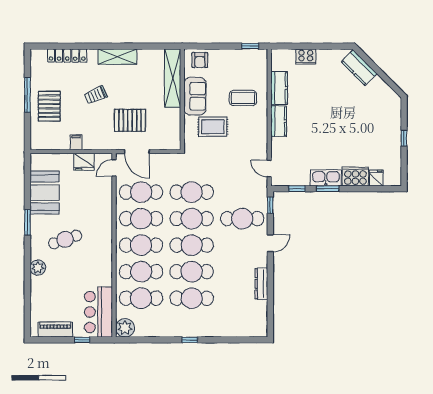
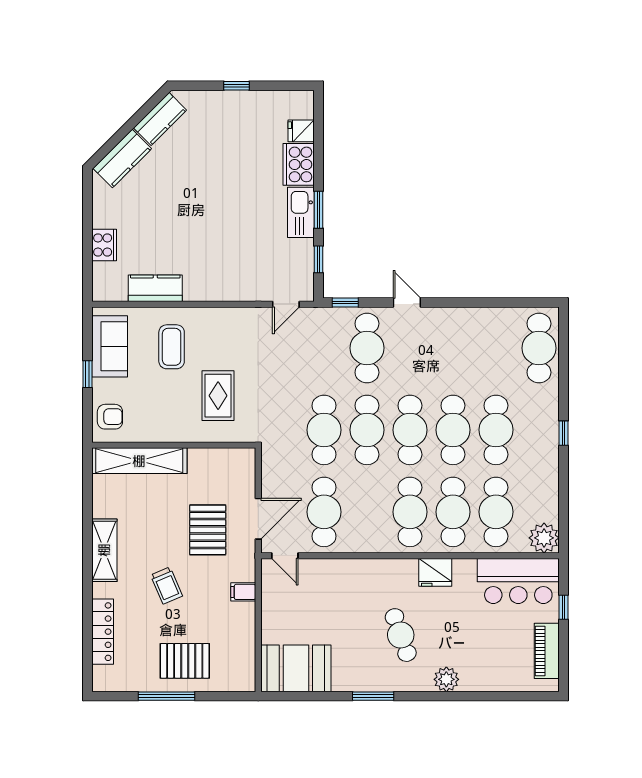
window: (250, 46) -> (87, 374), moved
sofa: (195, 96) -> (110, 346), moved, turned 90
kitchen counter: (279, 121) -> (160, 119), moved, turned 135
filing cabinet: (76, 142) -> (243, 592), moved
fridge: (84, 162) -> (435, 572), moved, turned 90
booth: (45, 193) -> (296, 668), moved
cafe table: (141, 219) -> (539, 348), moved
dresser: (261, 284) -> (473, 317), removed

